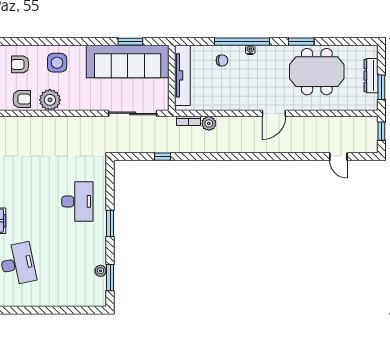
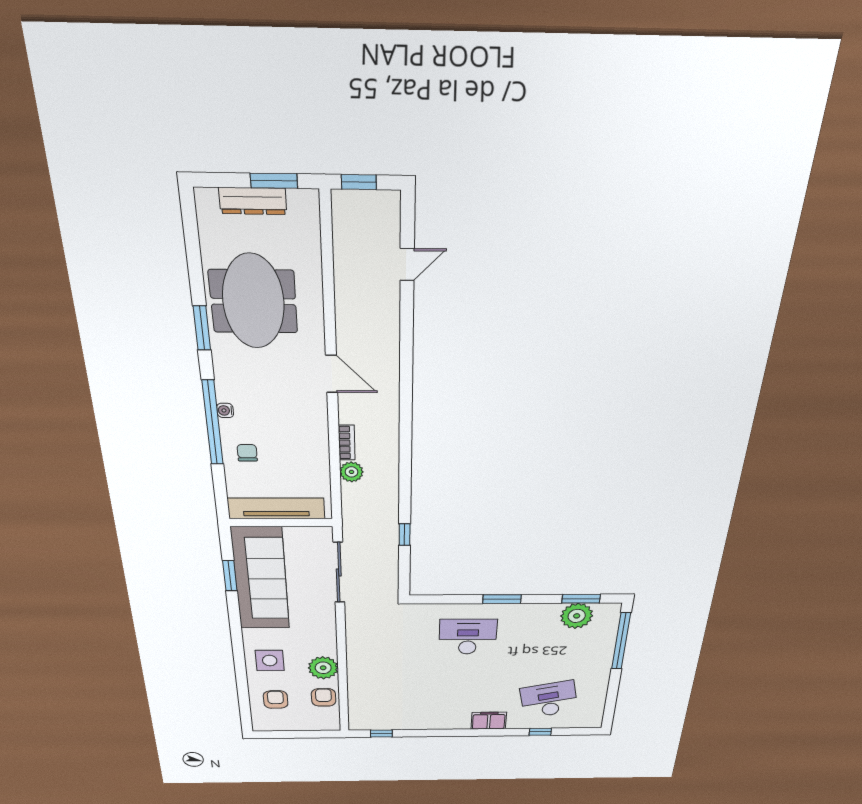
armchair: (20, 64) -> (276, 700), turned 180
bookcase: (188, 121) -> (347, 443), moved
plant: (100, 271) -> (577, 616), width x1.88, depth x1.88
window: (73, 310) -> (621, 641), added

